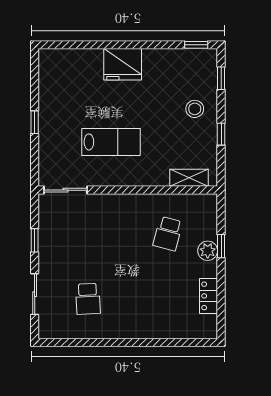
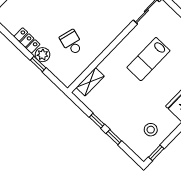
window: (221, 78) -> (114, 137), moved
stool: (195, 109) -> (151, 130), moved
locker: (209, 296) -> (27, 41), moved

